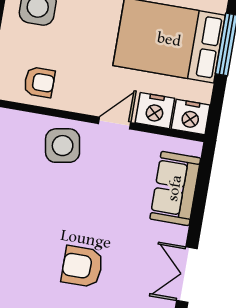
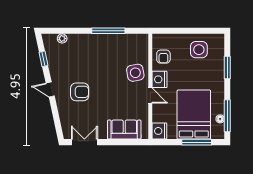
nightstand: (155, 111) -> (159, 79), moved
armchair: (82, 267) -> (80, 92), turned 90

